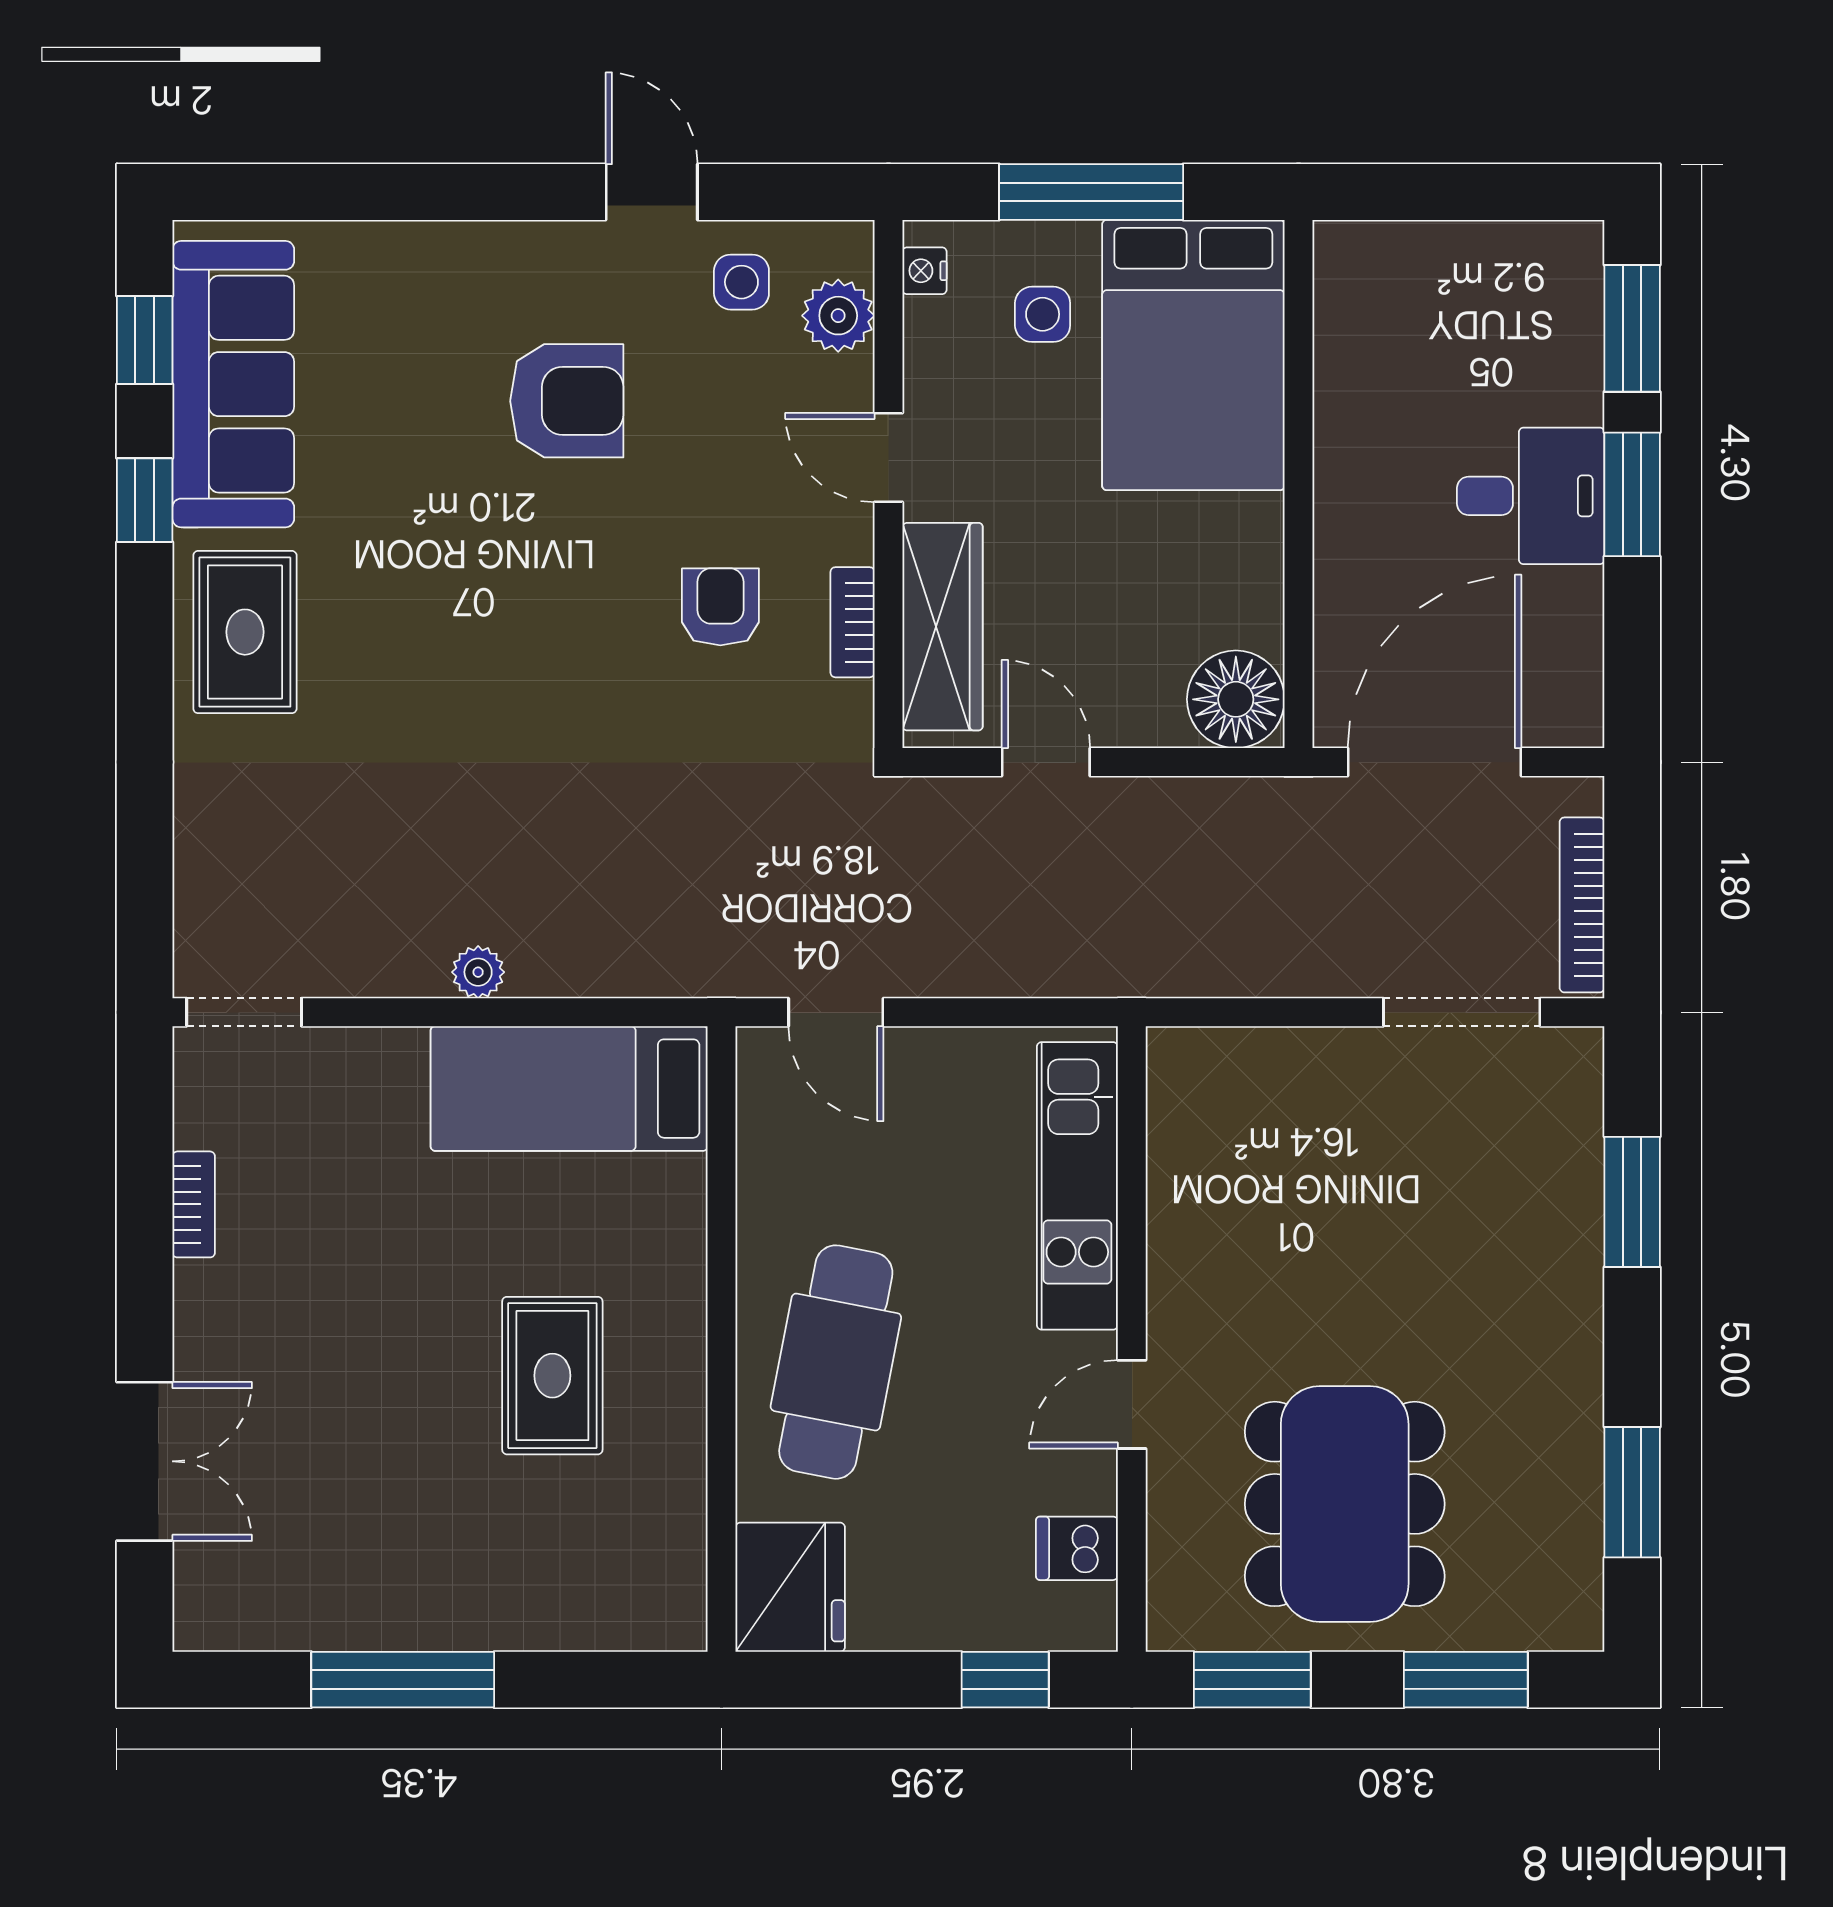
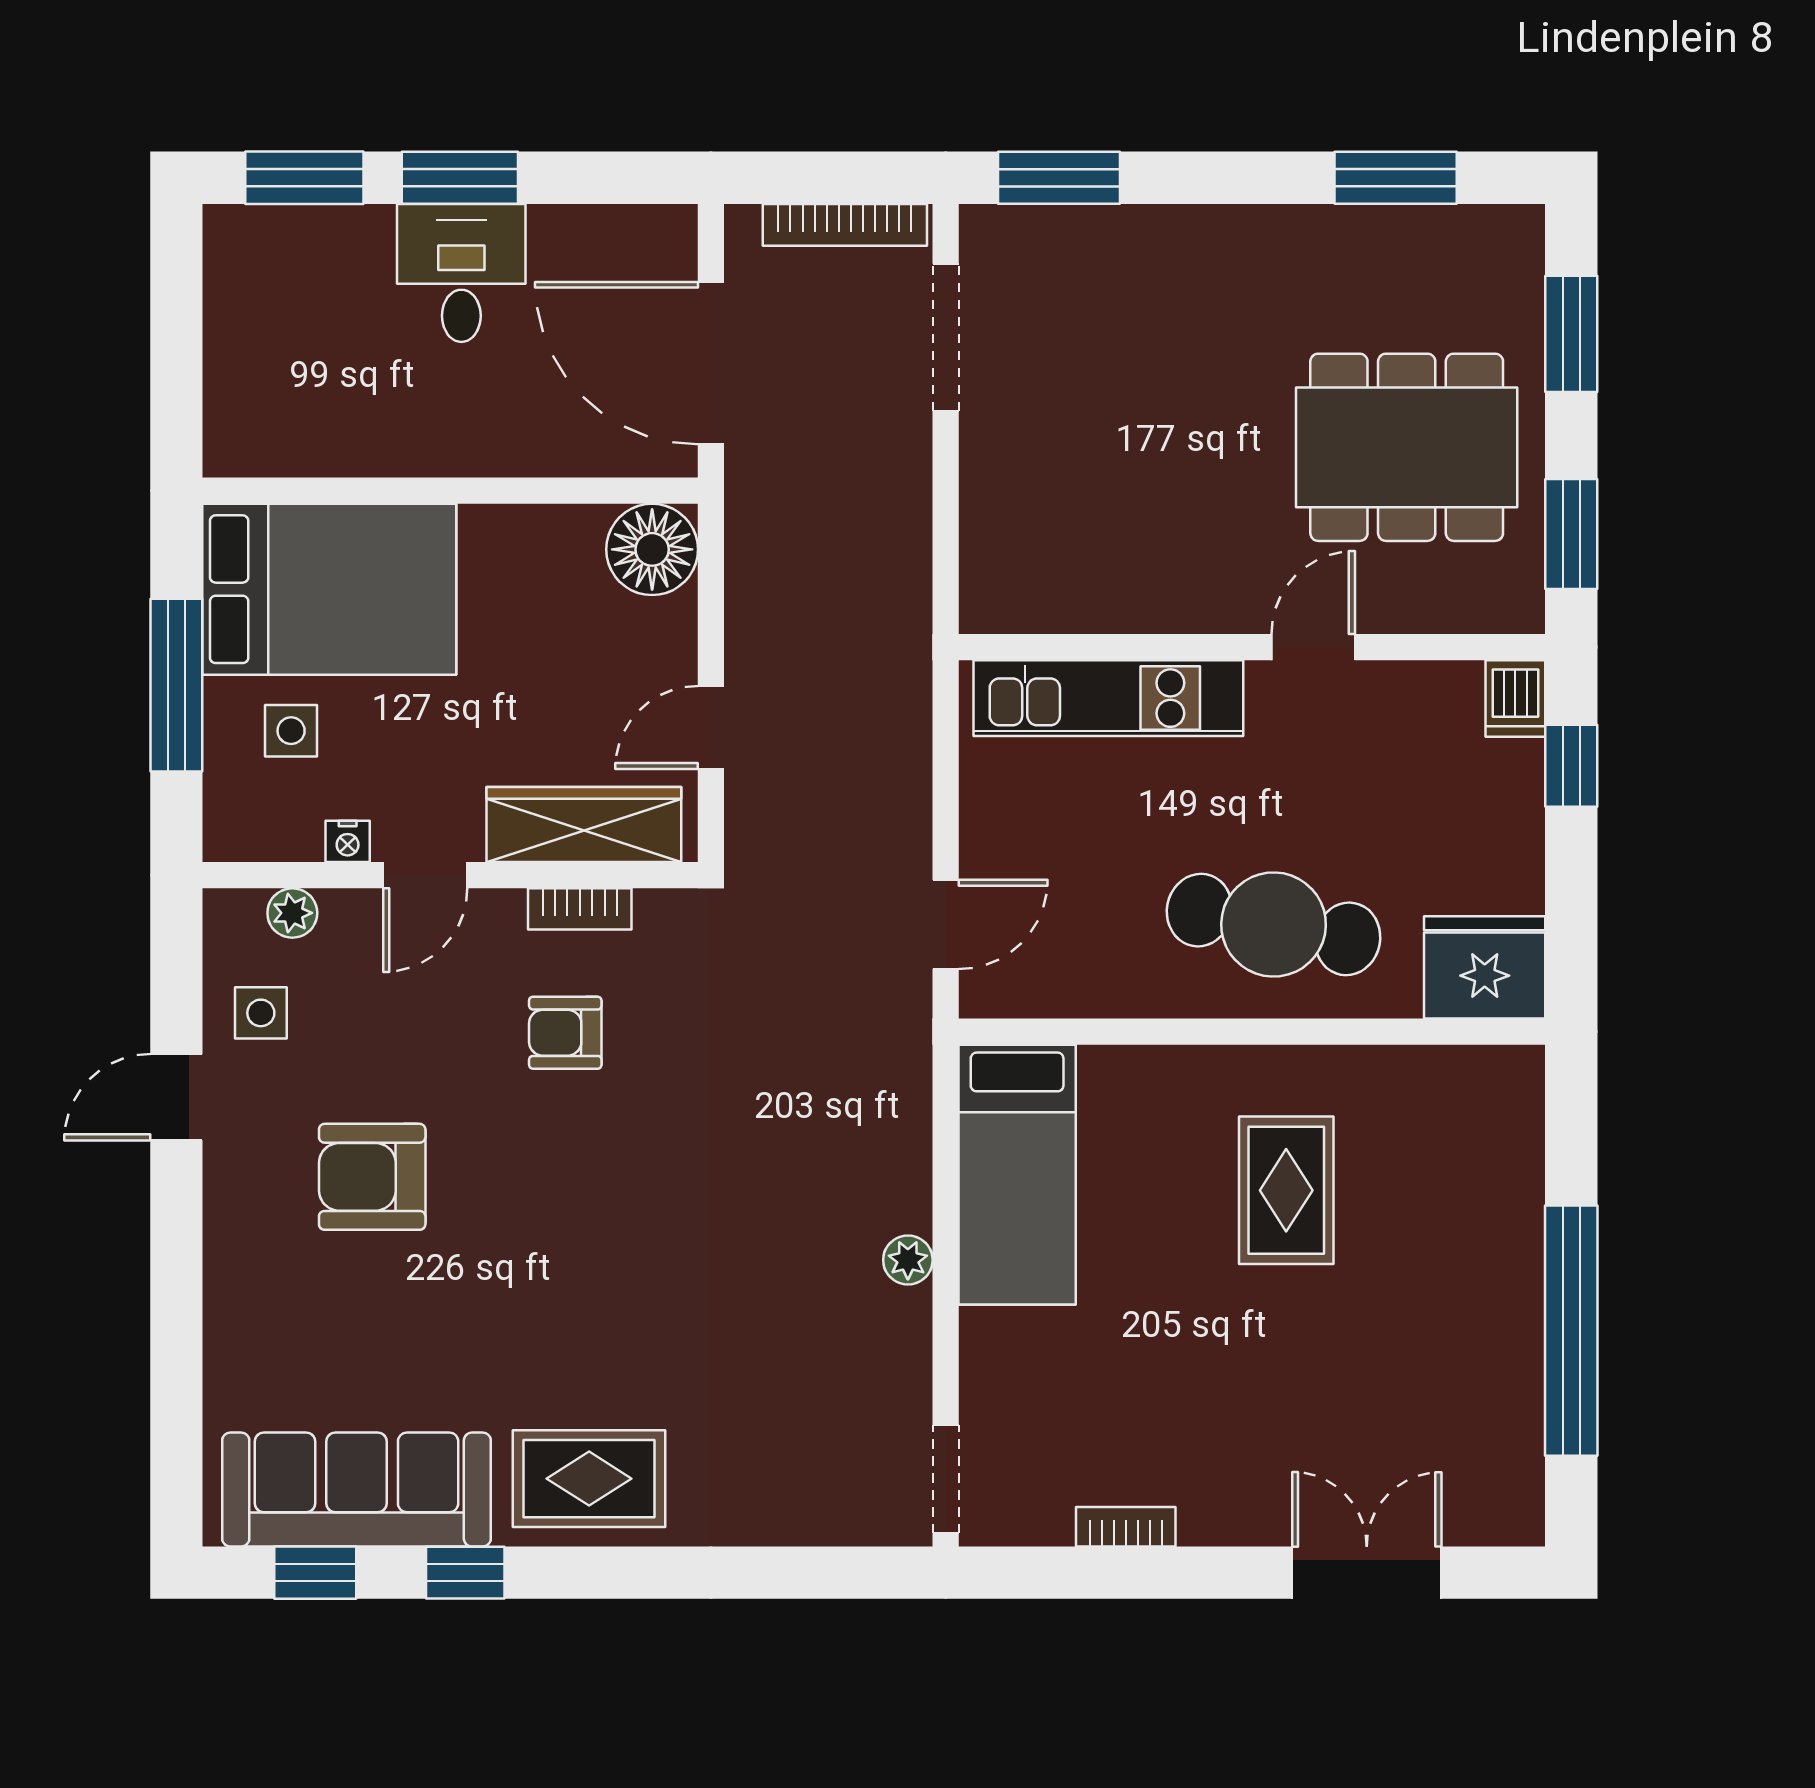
nightstand: (924, 271) -> (348, 841), moved
plant: (838, 316) -> (292, 913), width x0.73, depth x0.73
armchair: (567, 401) -> (372, 1177), turned -90
window: (1632, 1202) -> (1059, 178), moved
rug: (552, 1376) -> (1286, 1190), turned 90
door: (1132, 1404) -> (1313, 647), swing flipped
dishwasher: (1077, 1548) -> (1515, 698), moved
window: (403, 1680) -> (1571, 1331), width x1.46

